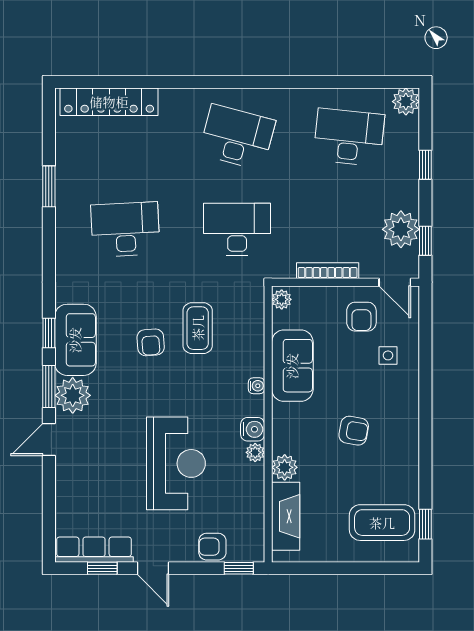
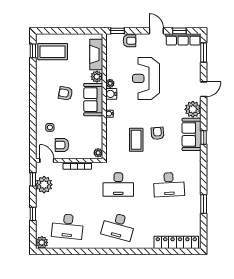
armchair: (361, 317) -> (62, 145), turned -90
sofa: (292, 366) -> (93, 100), moved
window: (49, 386) -> (204, 52), moved

